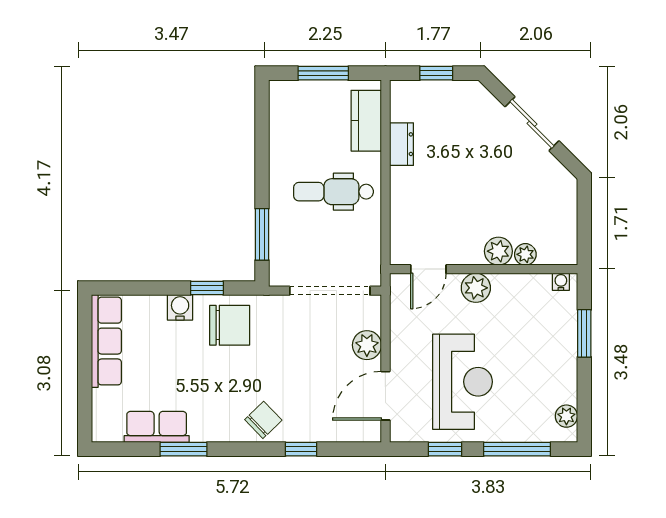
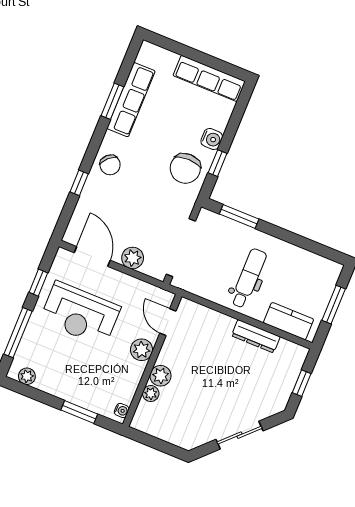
dresser: (402, 144) -> (256, 336), width x1.44
row of seats: (157, 427) -> (131, 100), width x1.48

